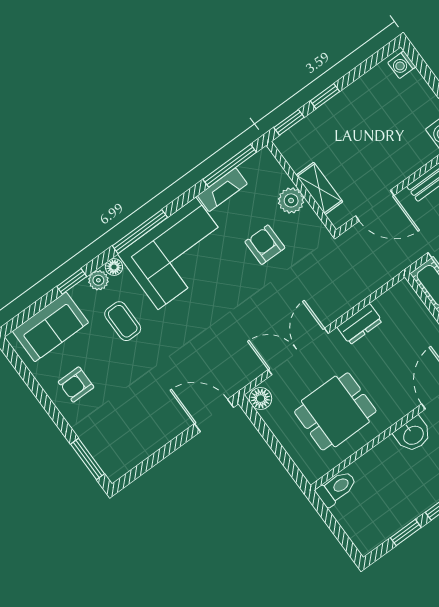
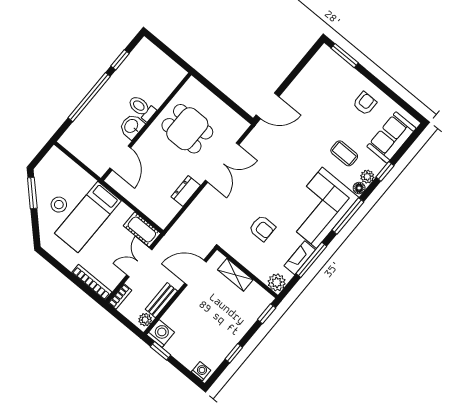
window: (325, 96) -> (234, 353), moved
window: (230, 166) -> (311, 260), moved
plant: (291, 200) -> (277, 282), moved
floor lamp: (261, 399) -> (239, 125), removed
dining table: (335, 411) -> (187, 129), turned 90
toilet: (337, 488) -> (142, 108), moved, turned 90

